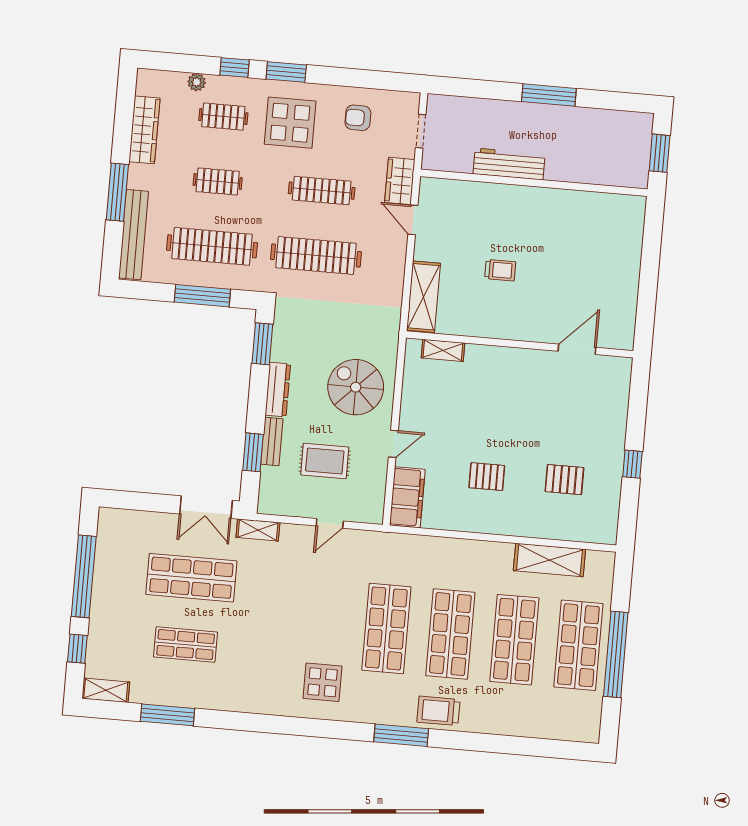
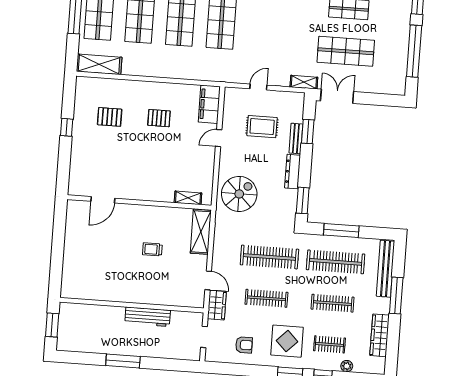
clothes rail: (218, 181) -> (333, 303), width x1.36
spiral stairs: (356, 387) -> (239, 194), moved, turned -90
shelving: (549, 560) -> (99, 64), moved

